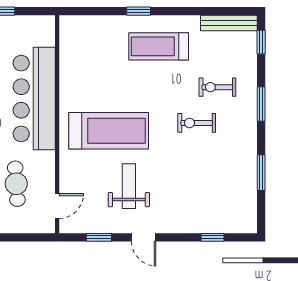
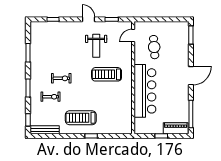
treadmill: (159, 46) -> (81, 118), turned 180
treadmill: (109, 131) -> (107, 74), width x0.73, depth x0.73

